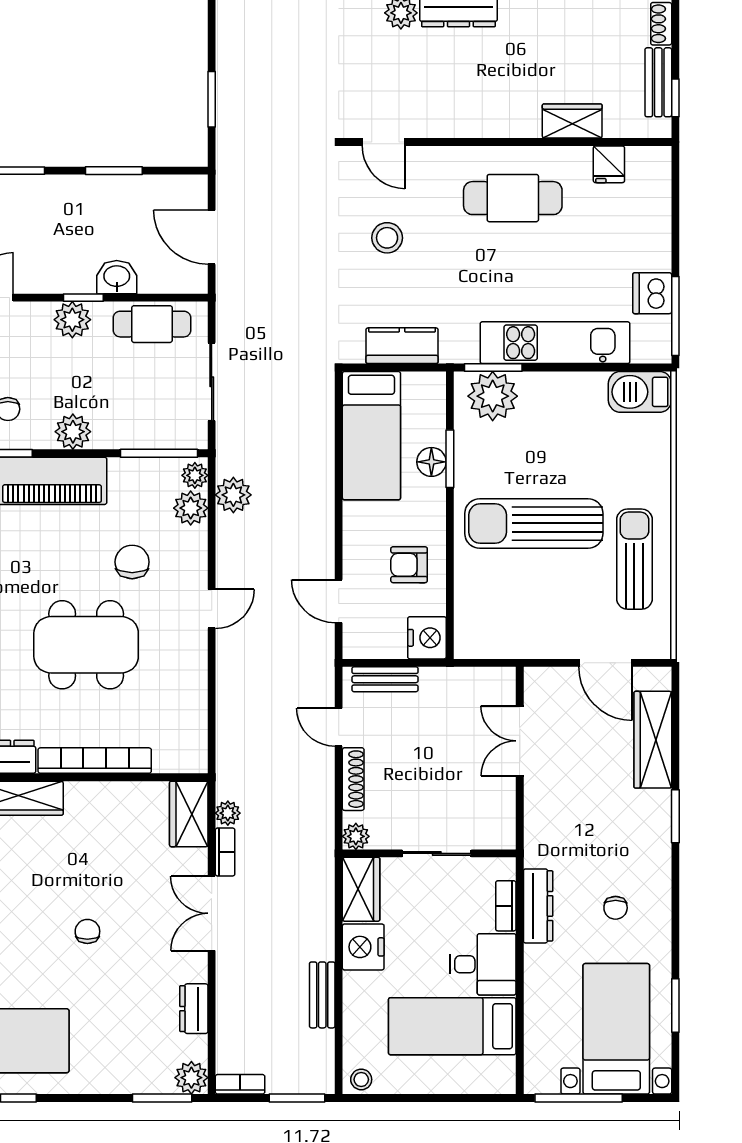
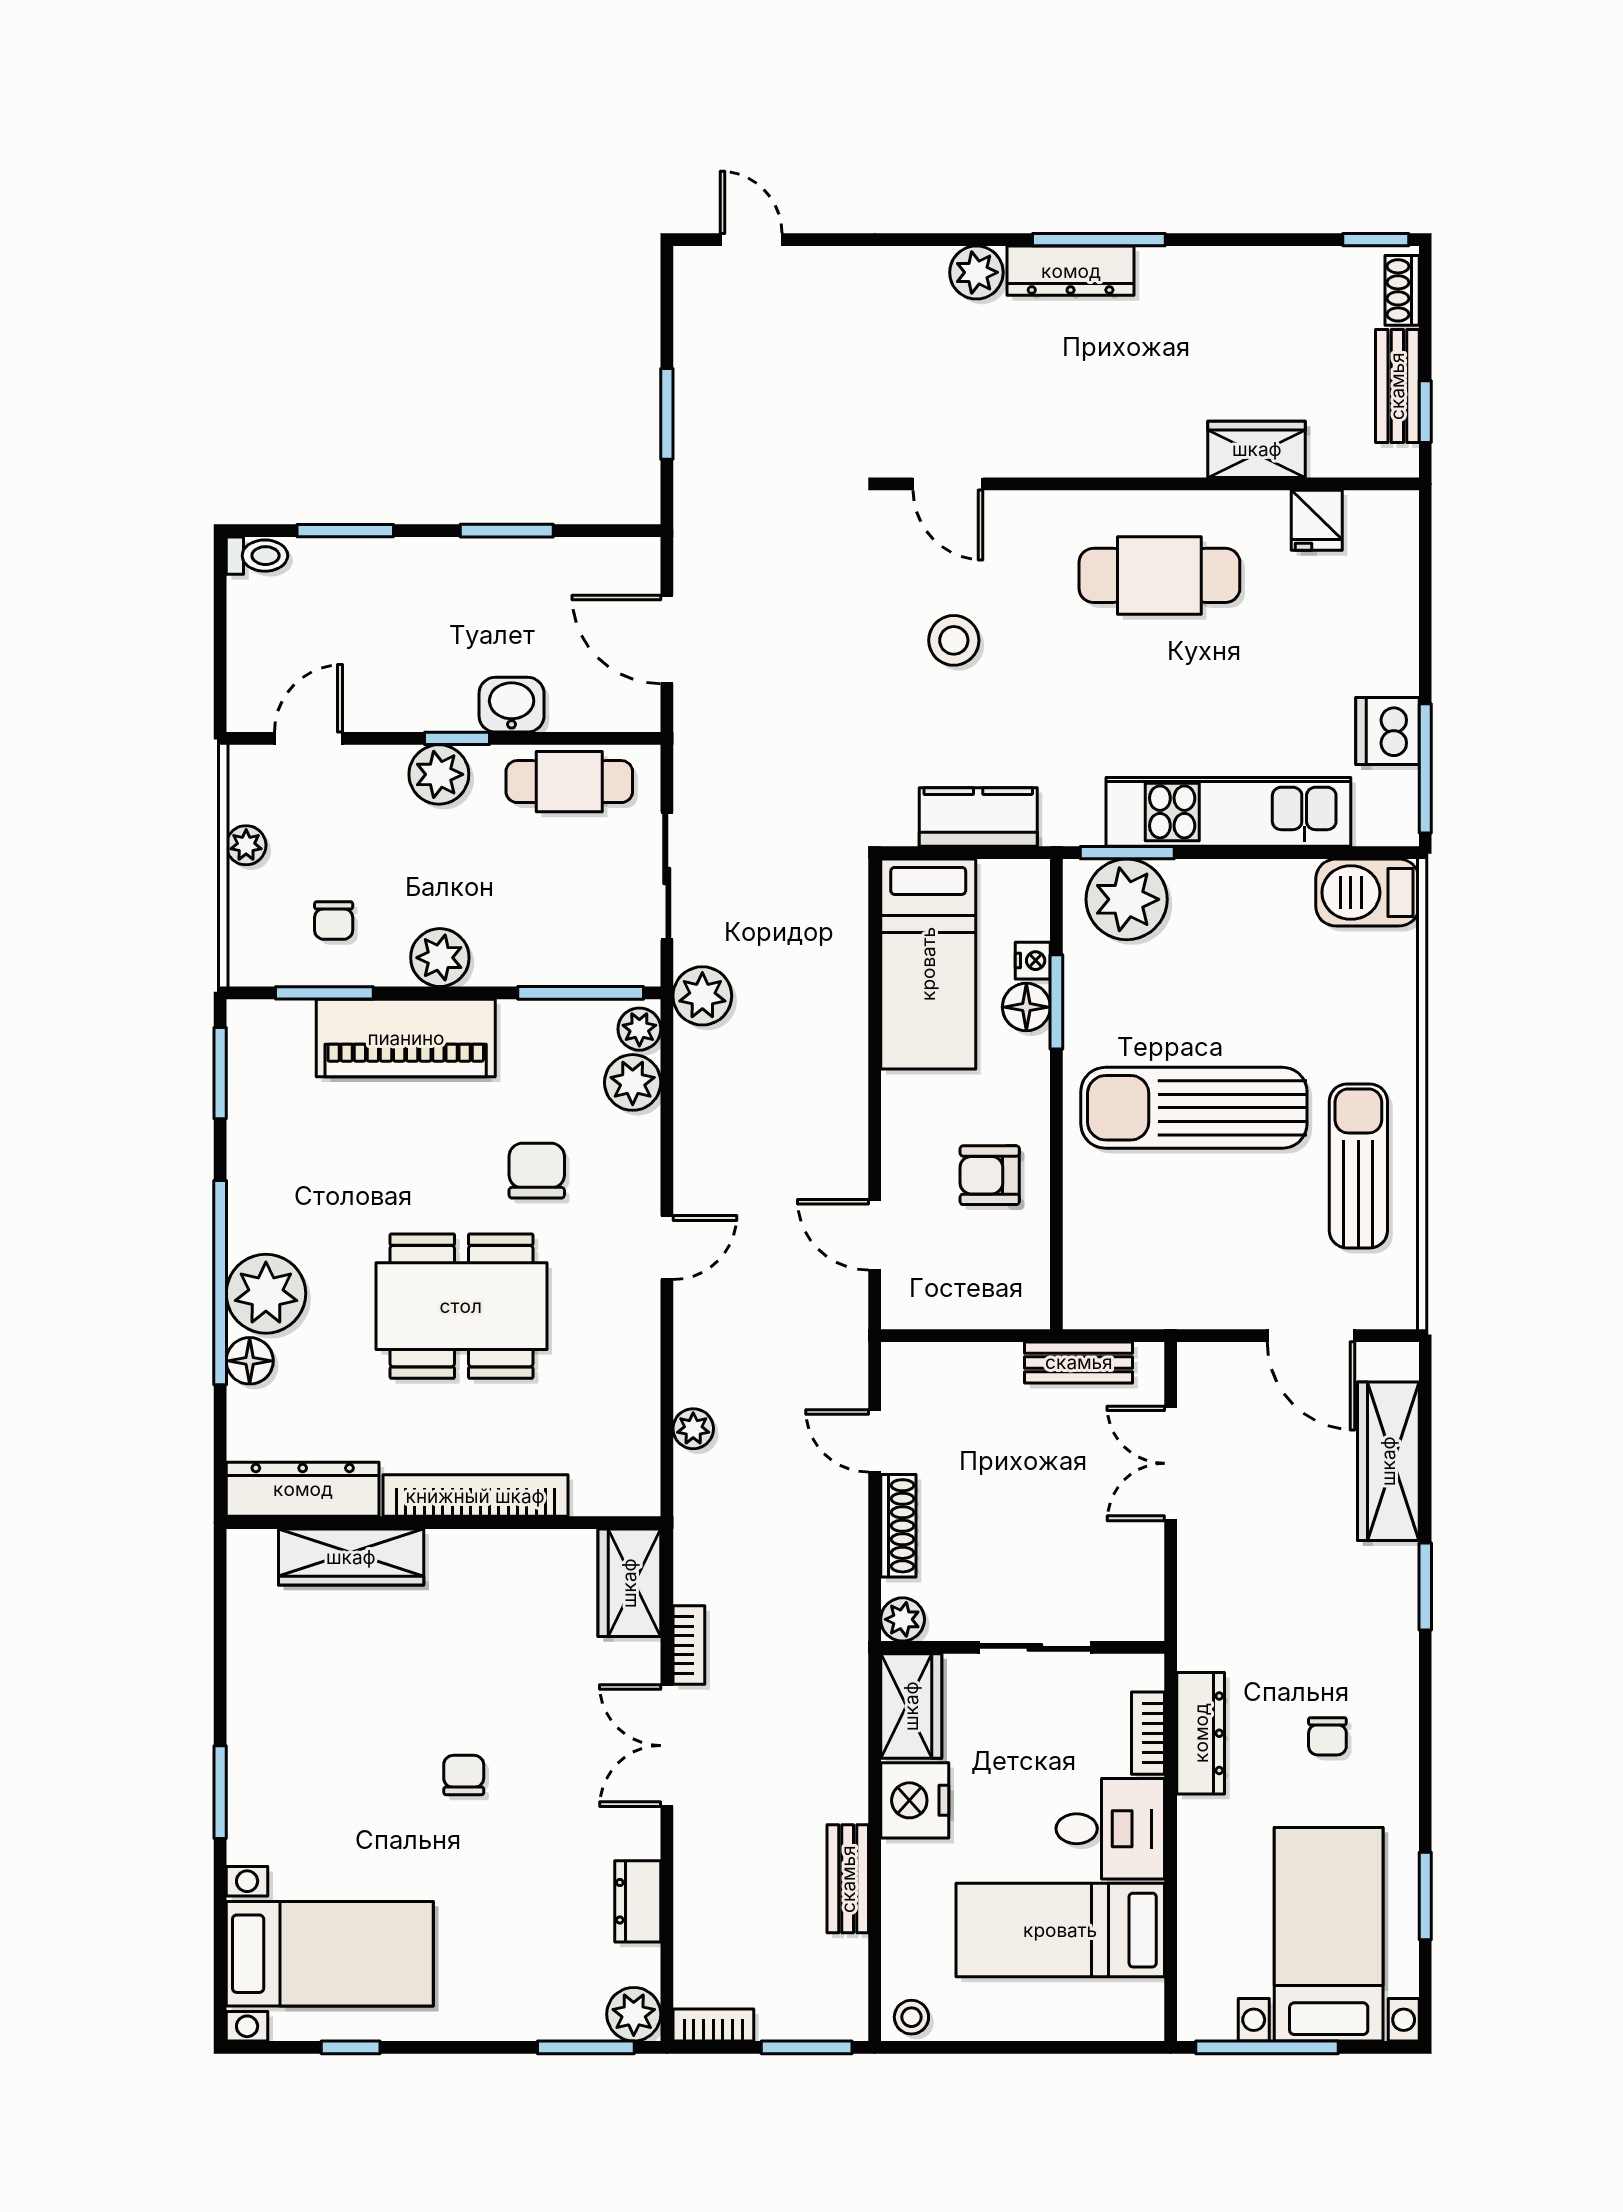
plant: (233, 495) -> (702, 996), moved
nightstand: (427, 638) -> (1033, 961), moved, width x0.53, depth x0.56
bench: (385, 679) -> (1079, 1362), moved
plant: (228, 813) -> (693, 1429), moved

